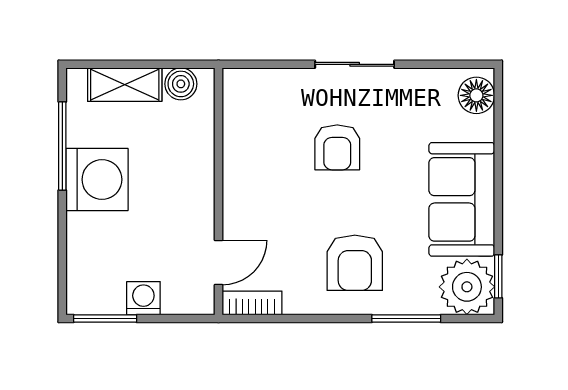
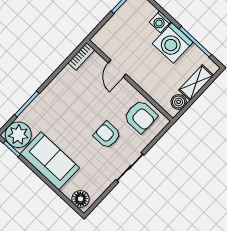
door: (218, 263) -> (117, 68), moved
armchair: (355, 263) -> (140, 116), moved, turned 180
washing machine: (143, 298) -> (160, 22), moved, turned 90

